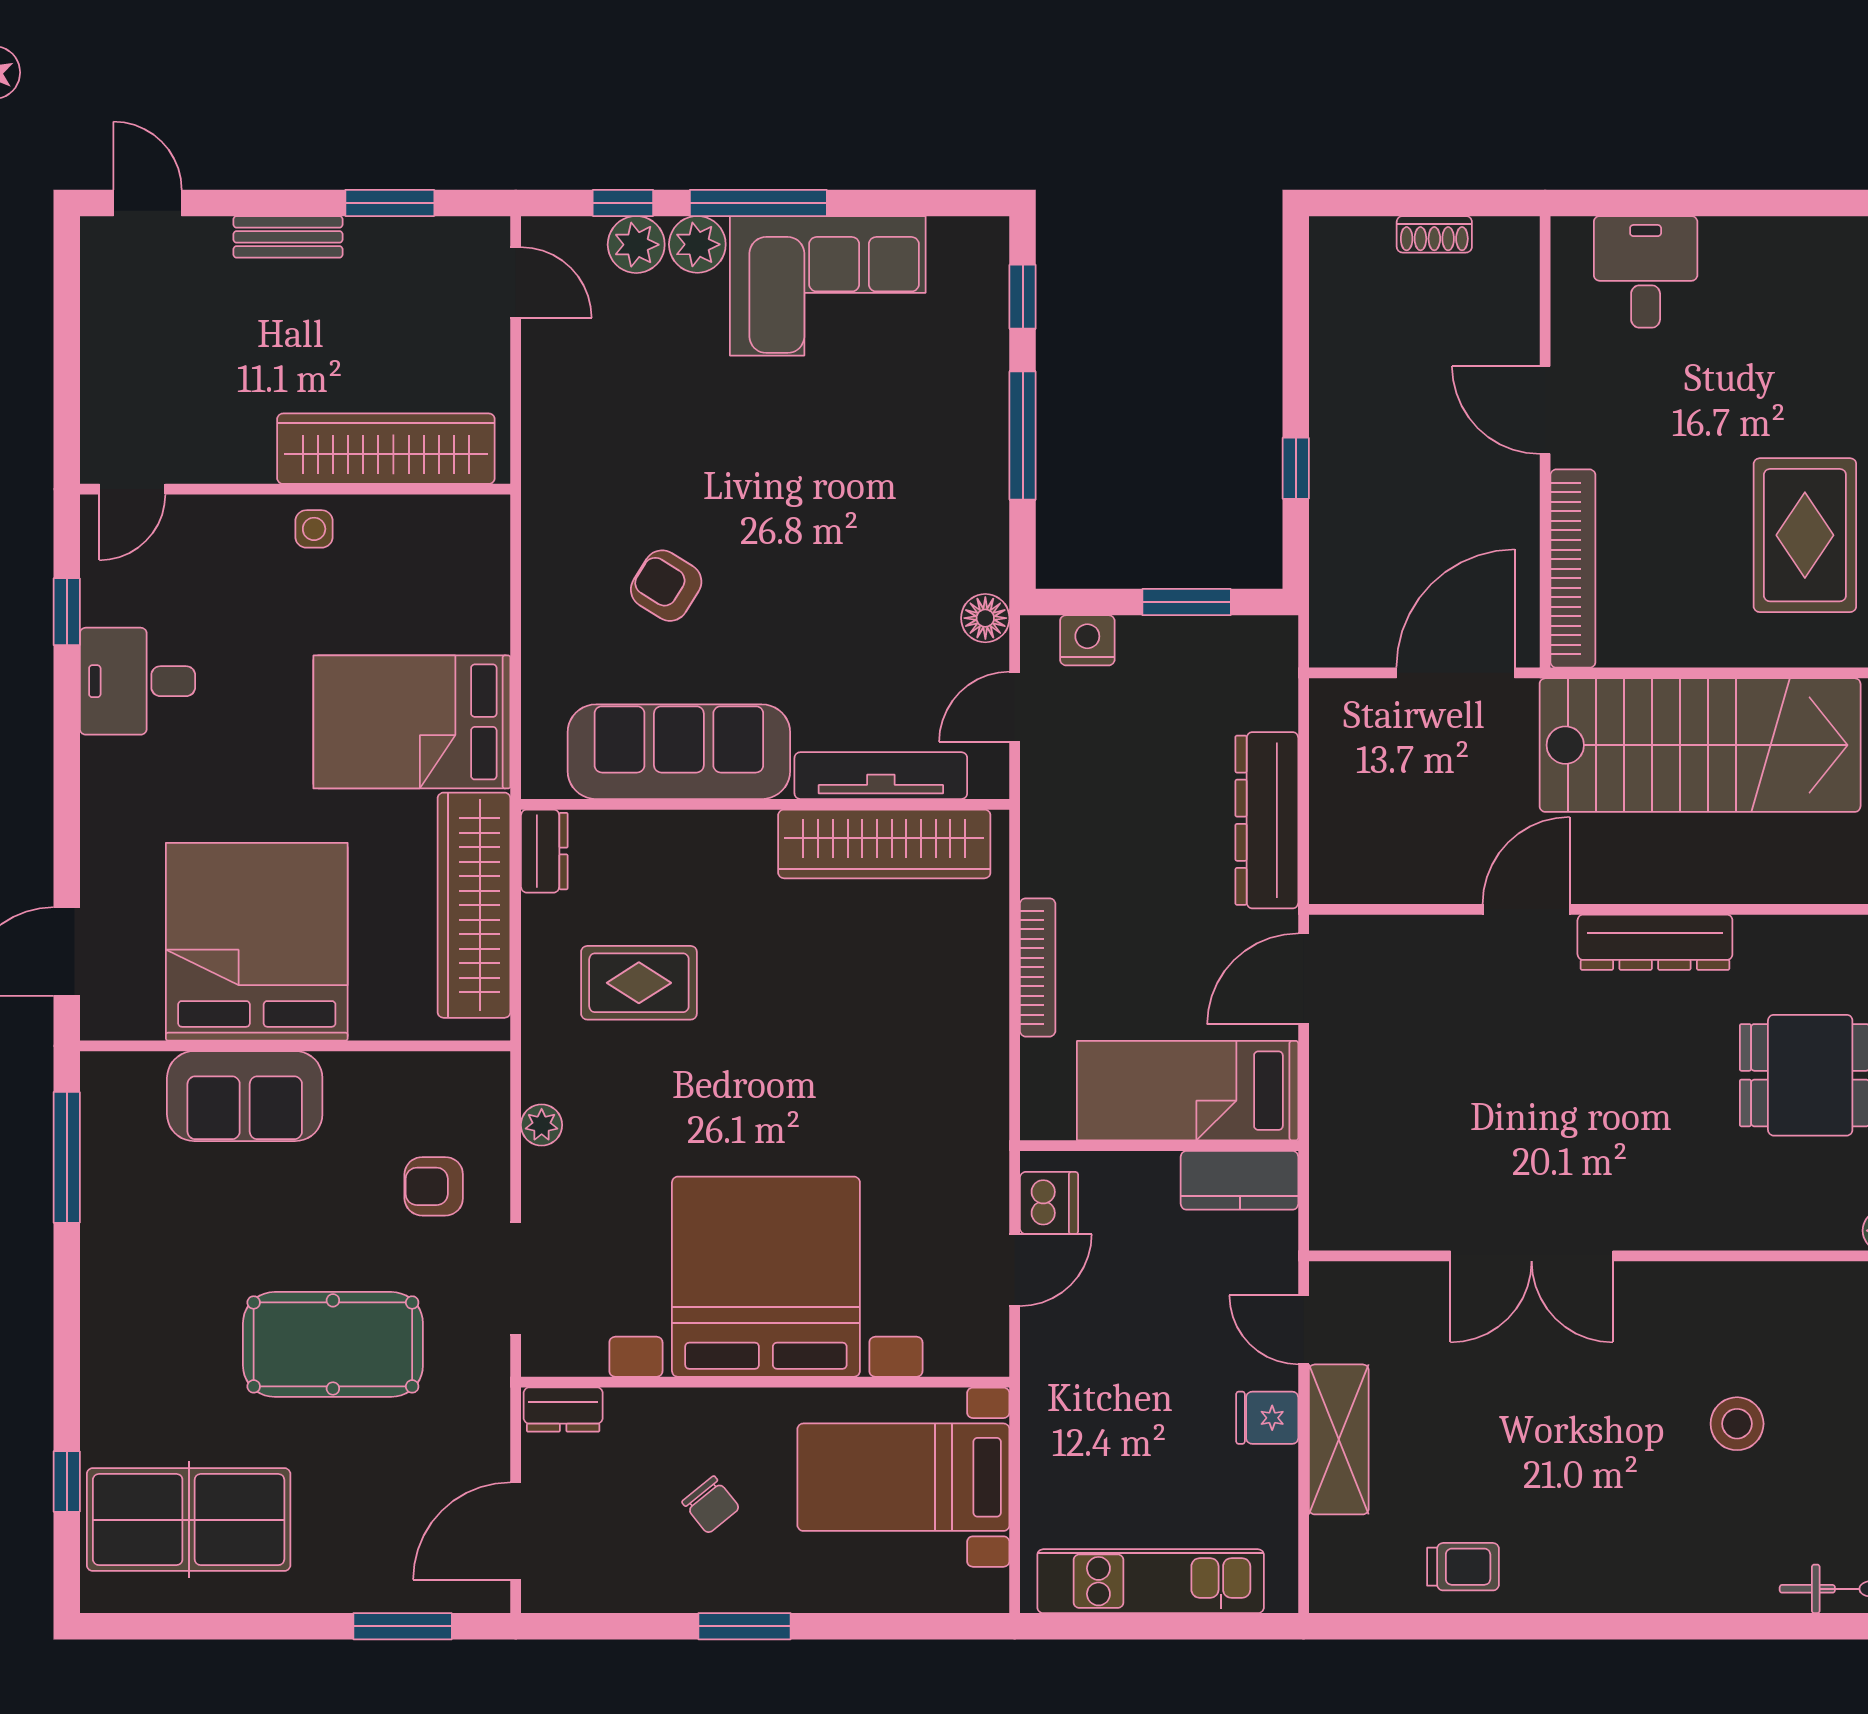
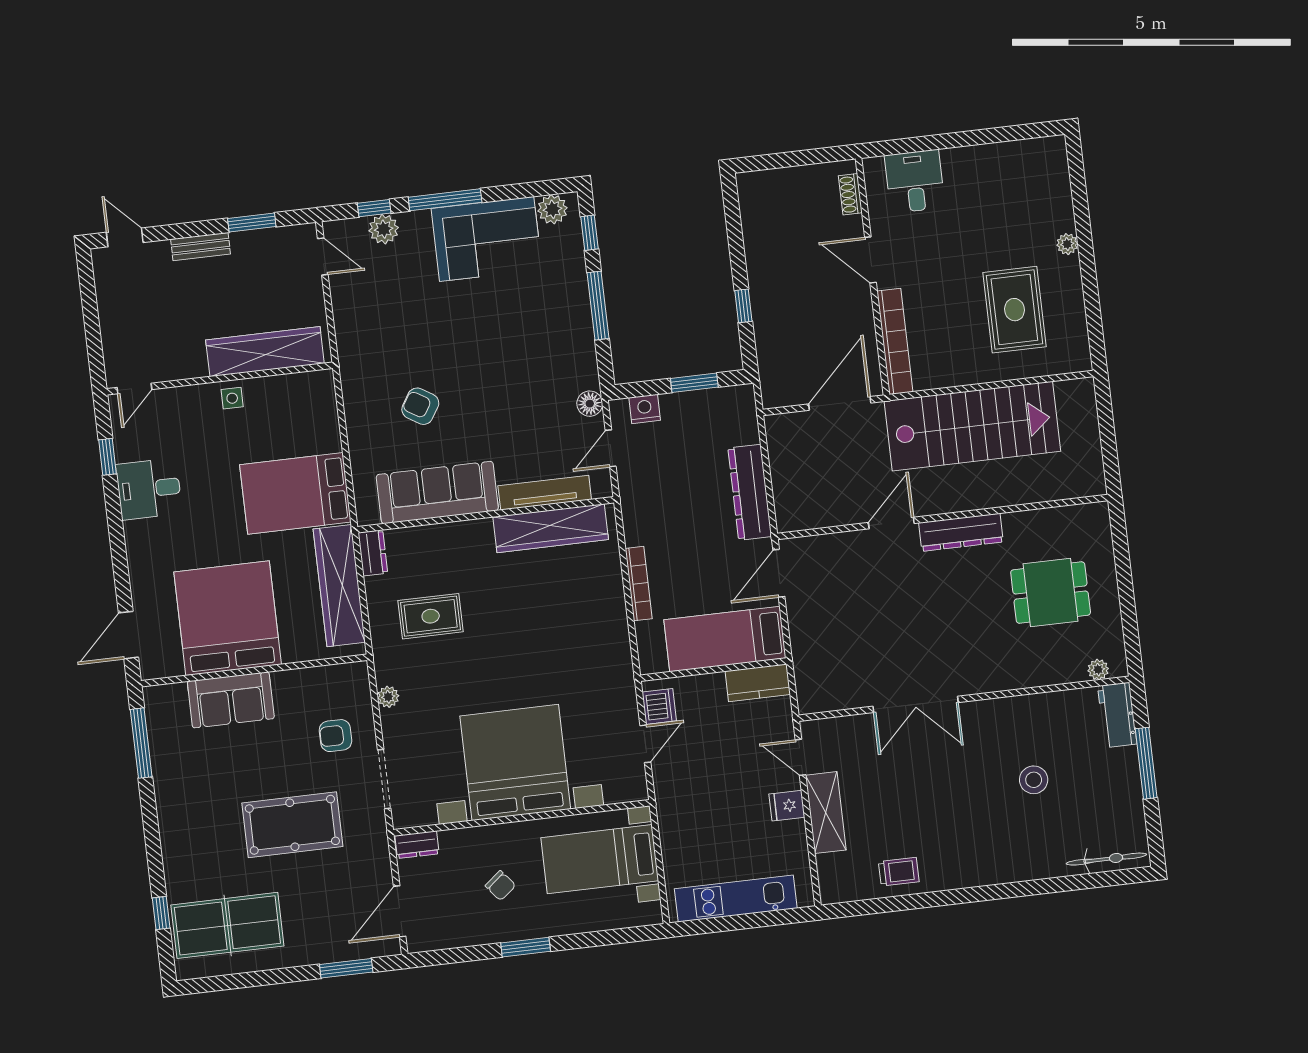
shoe rack: (1434, 234) -> (850, 194), moved, turned 90
plant: (697, 244) -> (553, 209), moved

